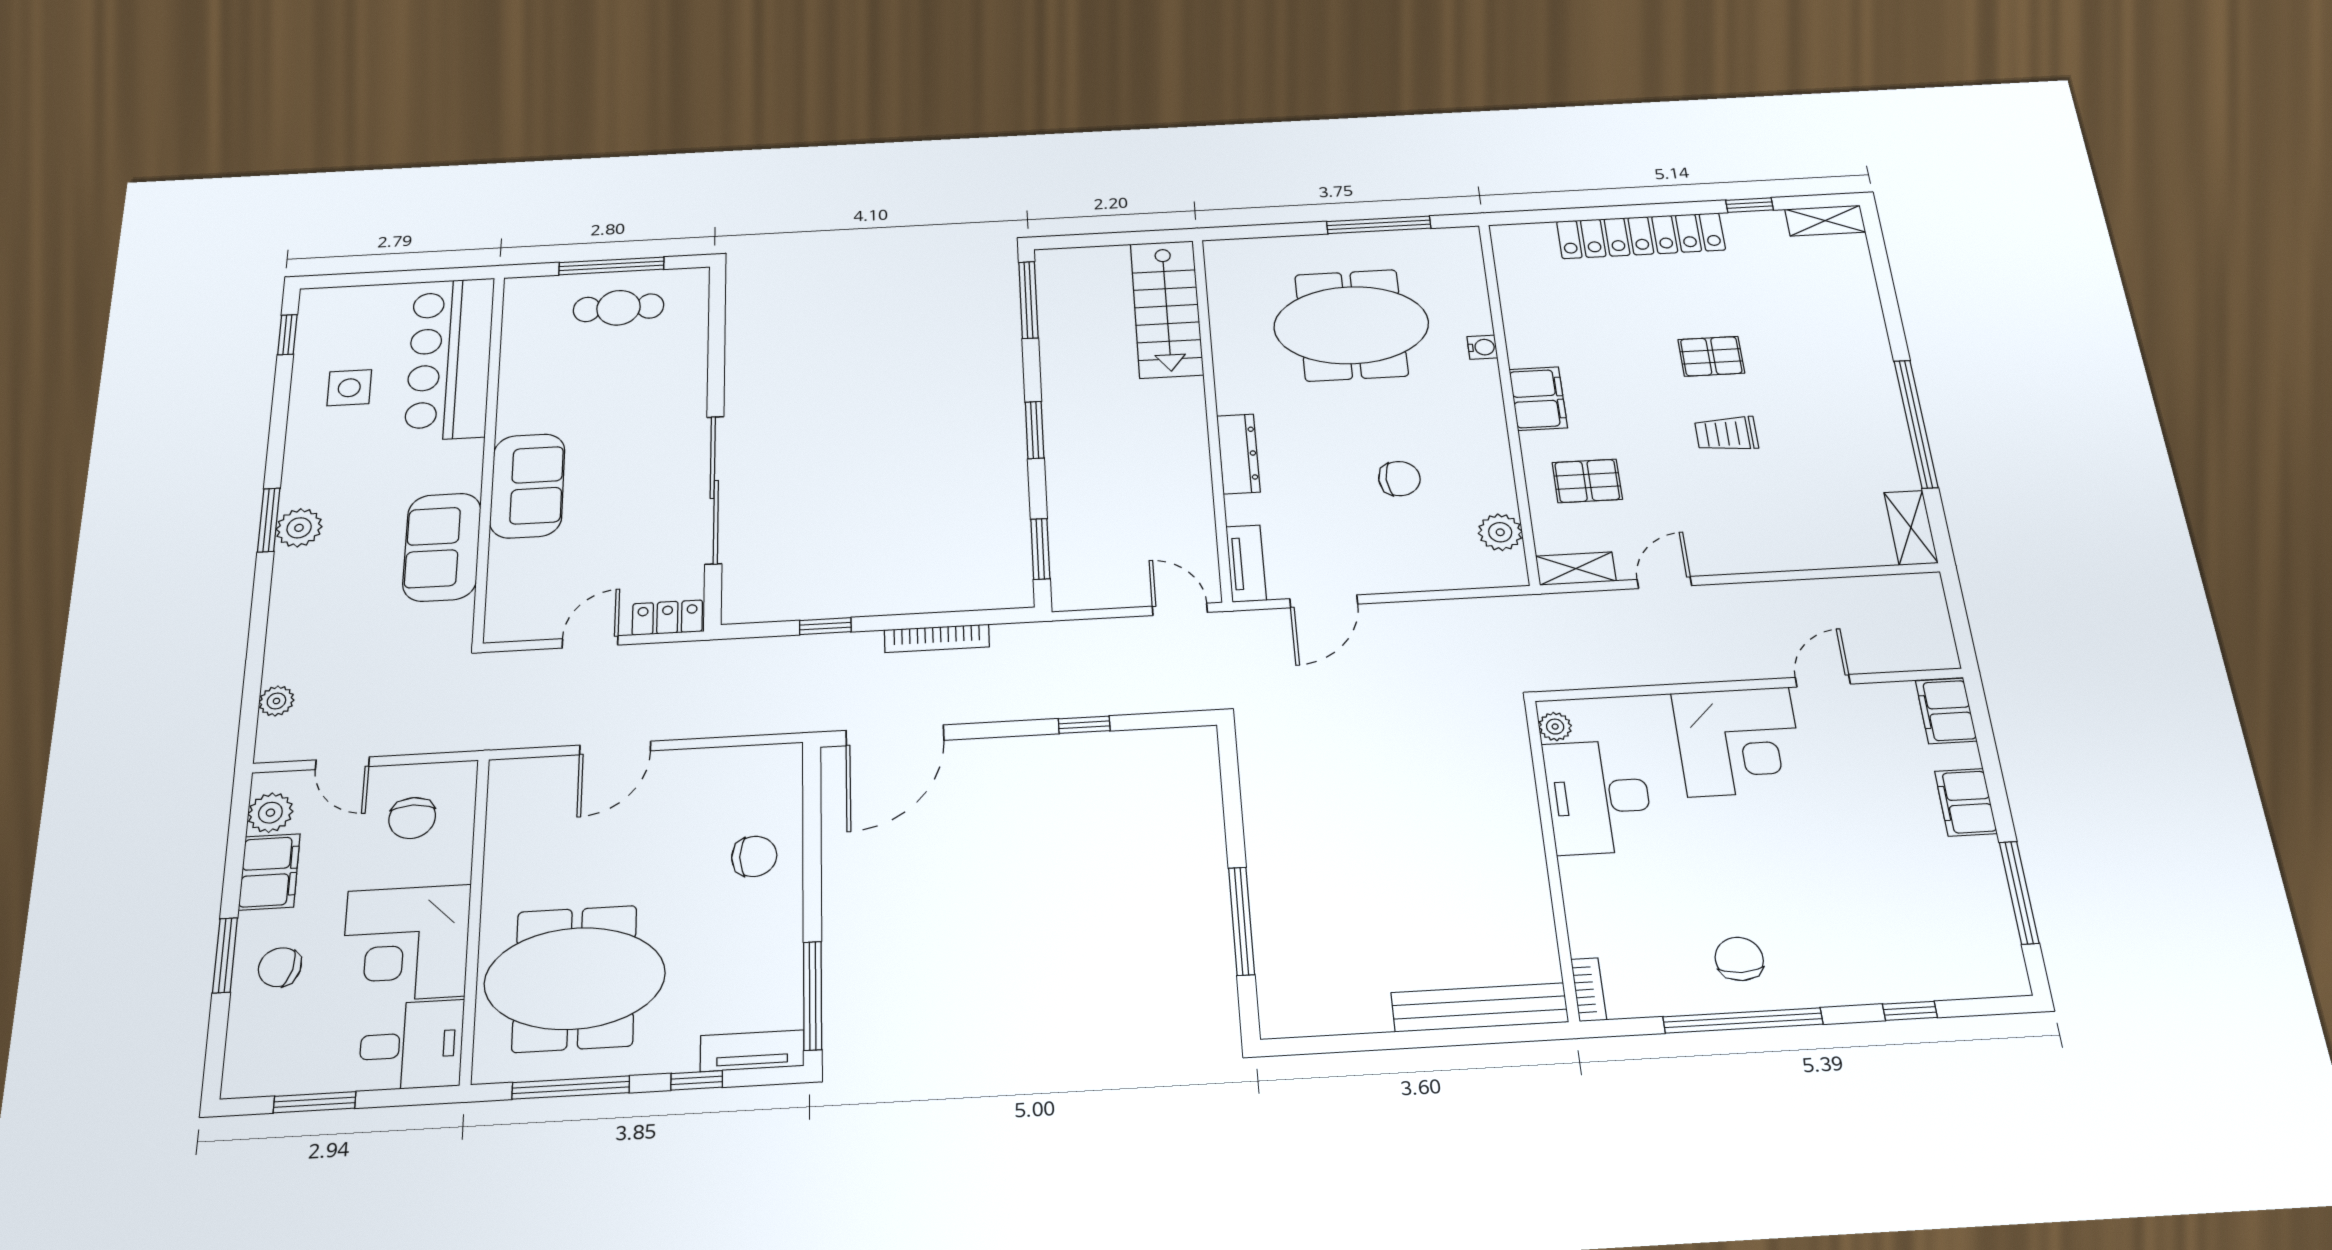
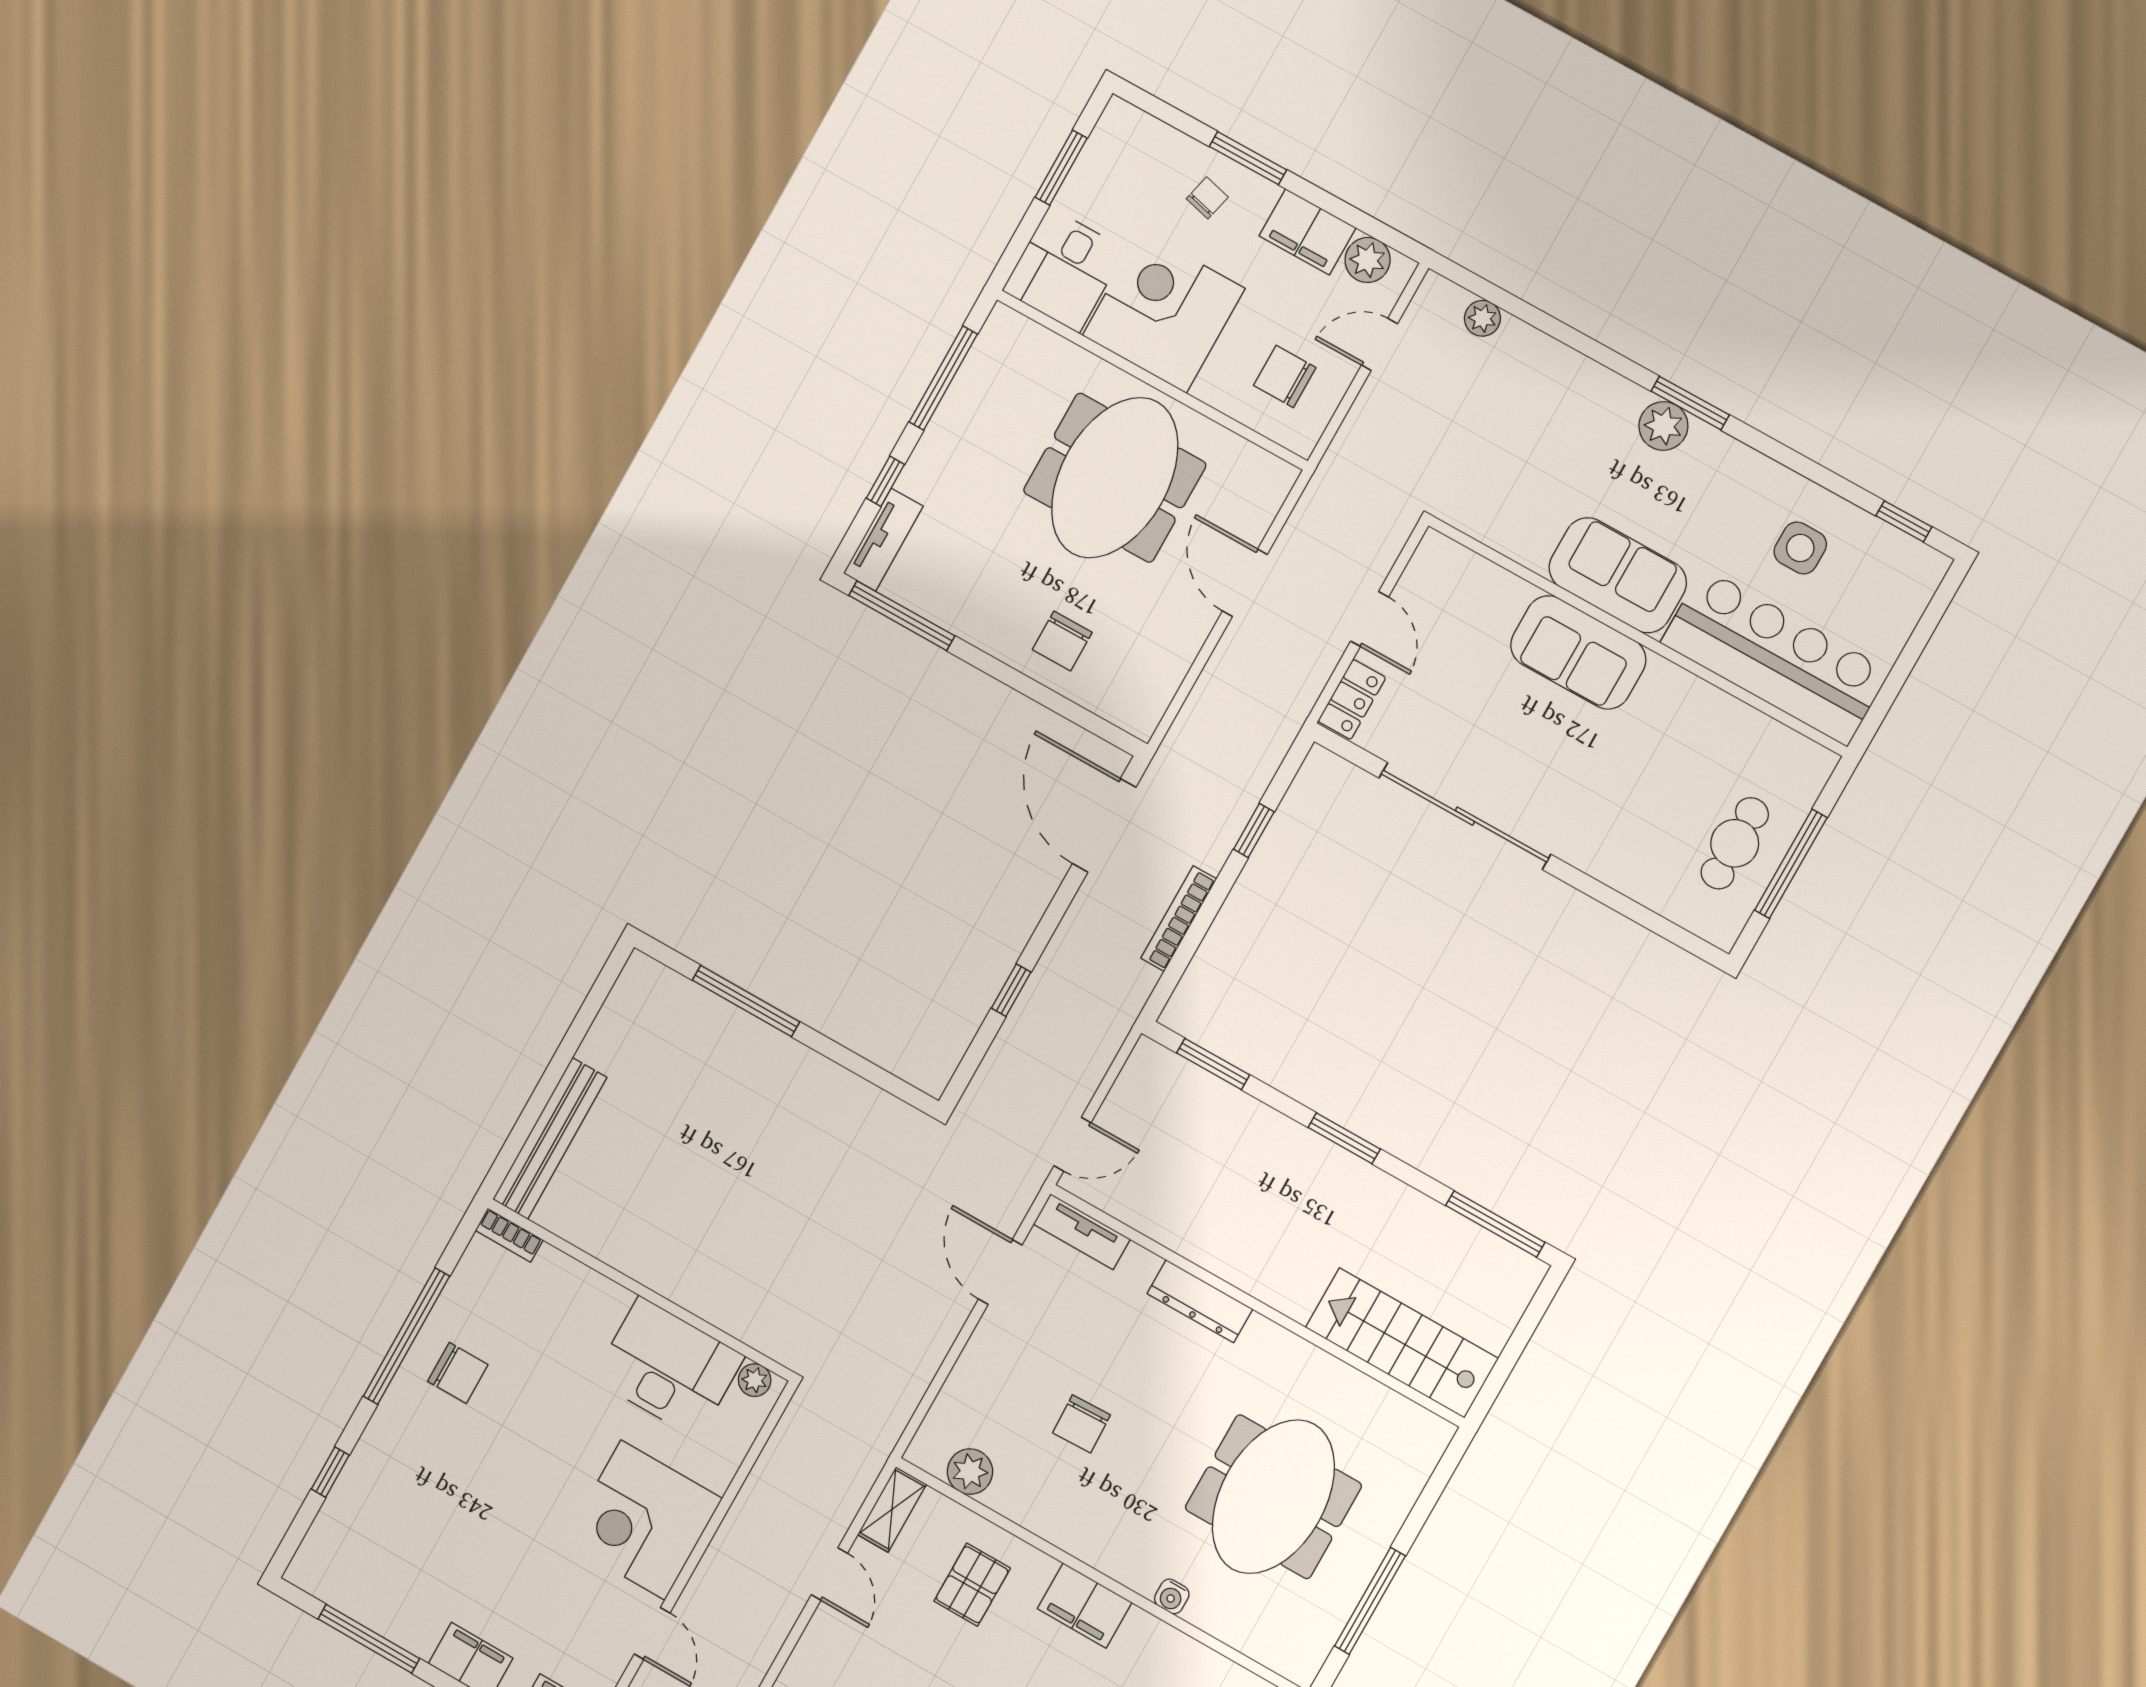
sofa: (442, 547) -> (1618, 575), moved
chair: (280, 967) -> (1207, 198), width x0.73, depth x0.73
meeting table: (575, 978) -> (1115, 478), moved

